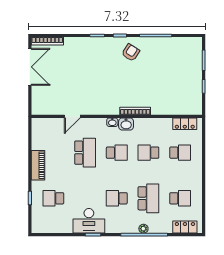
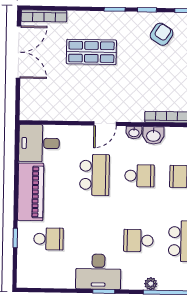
shop shelf: (81, 66) -> (91, 52), added
door: (72, 116) -> (105, 124), moved
desk: (45, 131) -> (39, 143), added
piano: (38, 165) -> (31, 192), width x1.37, depth x1.33
school desk: (53, 198) -> (48, 239), turned 180
plant: (143, 229) -> (151, 284), moved

